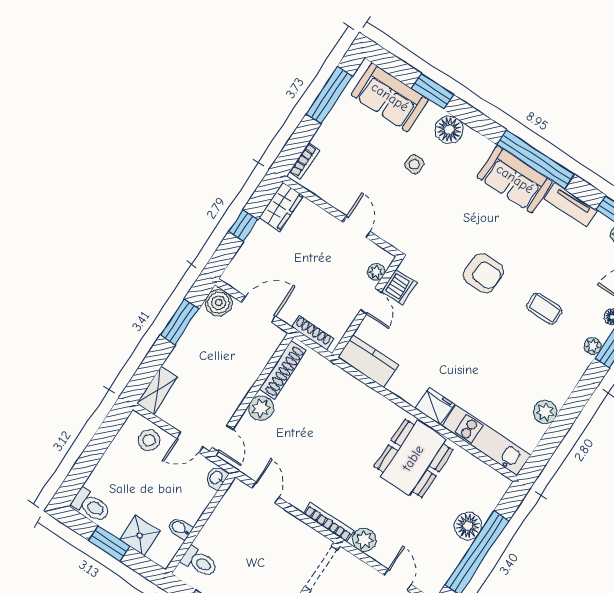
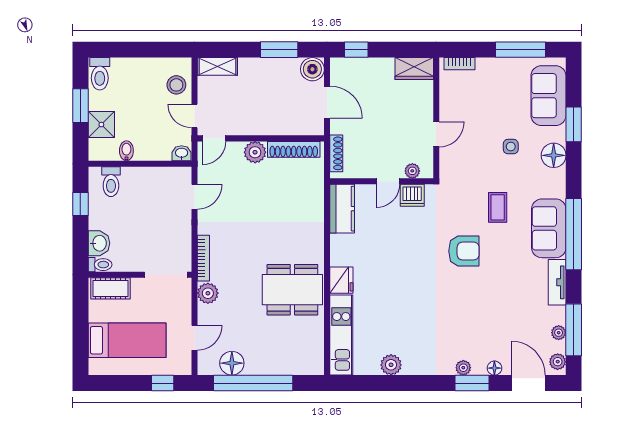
window: (243, 226) -> (356, 50), moved
armchair: (483, 273) -> (464, 251), turned -90
coffee table: (544, 308) -> (498, 207), moved
floor lamp: (468, 526) -> (232, 363), moved

